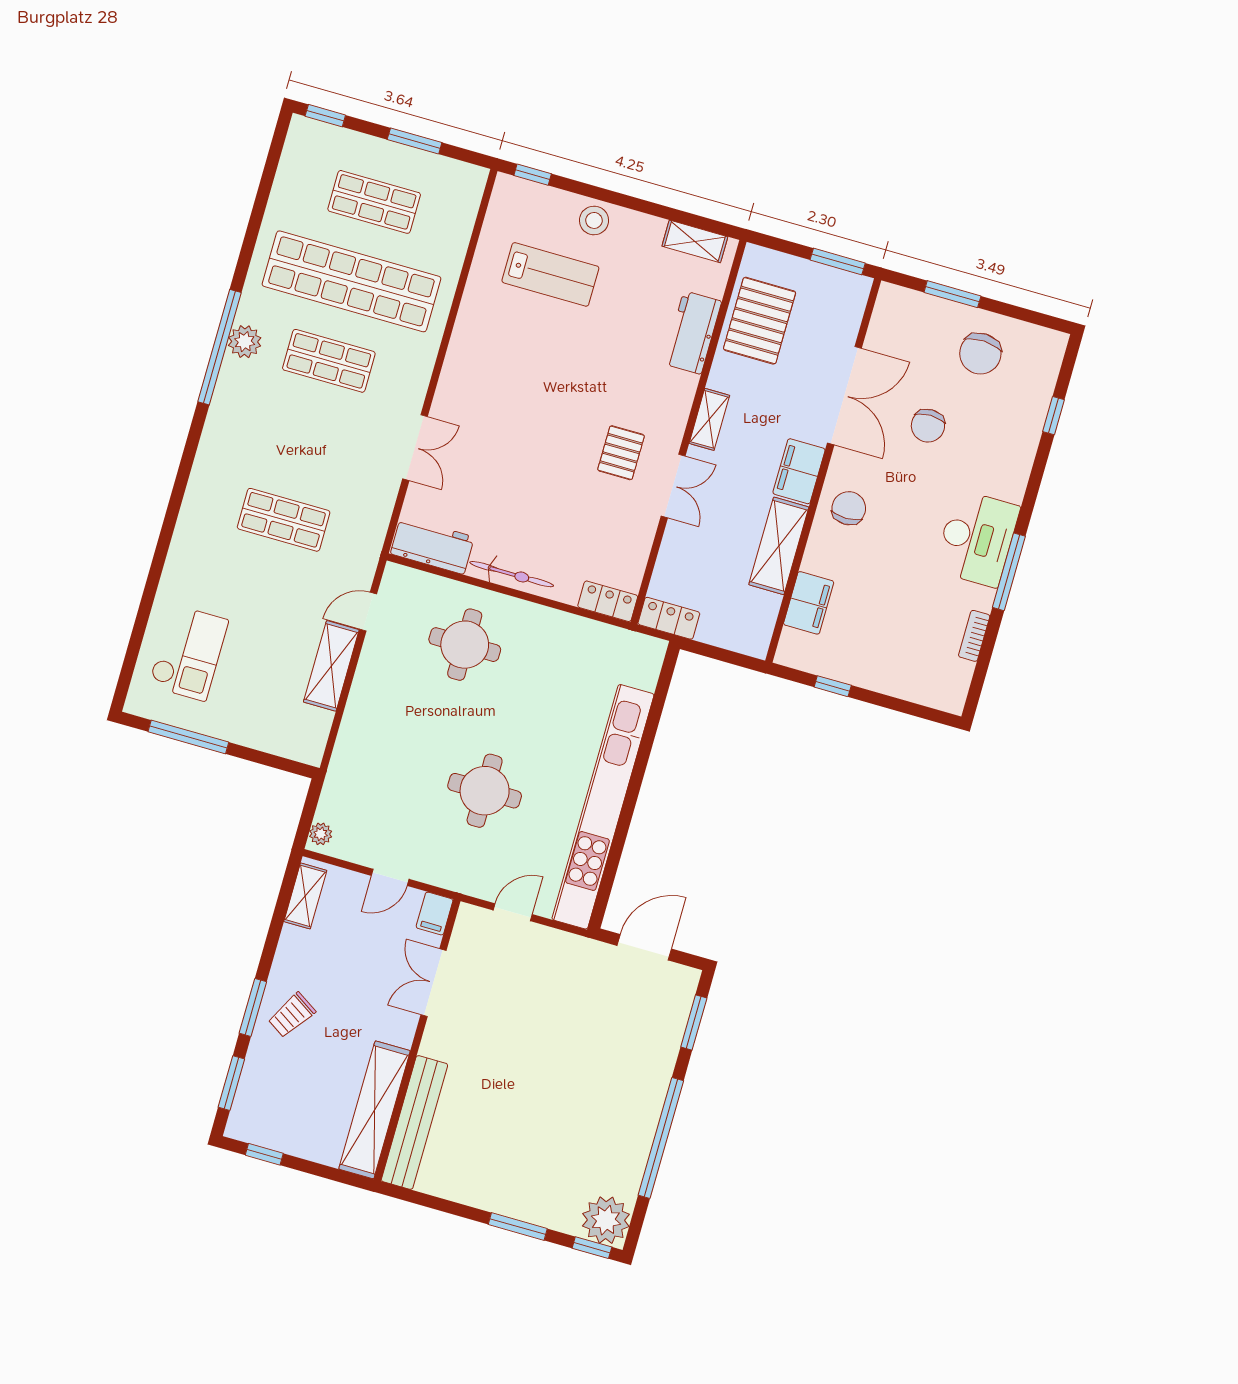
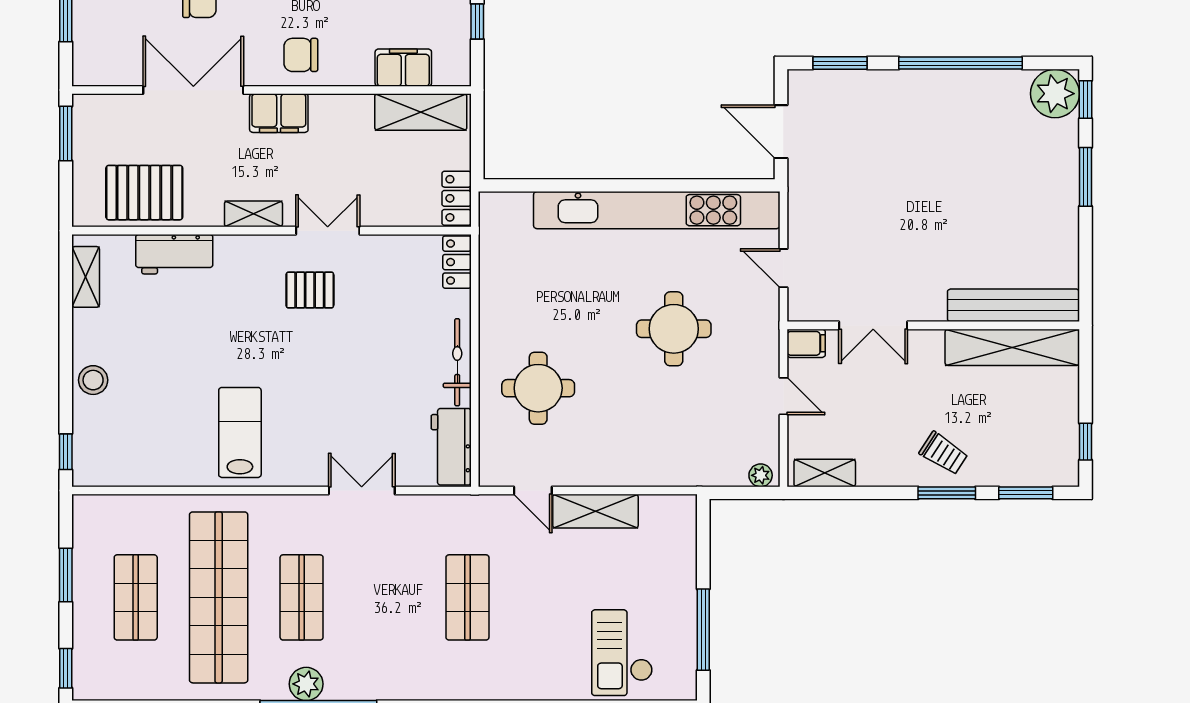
lab bench: (550, 274) -> (240, 432), moved
shelving: (779, 546) -> (421, 112), moved
checkout: (188, 653) -> (622, 653), turned -90

